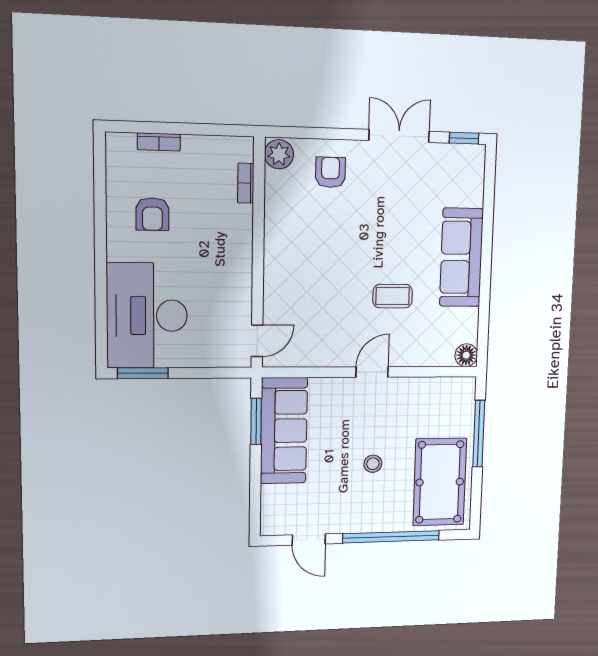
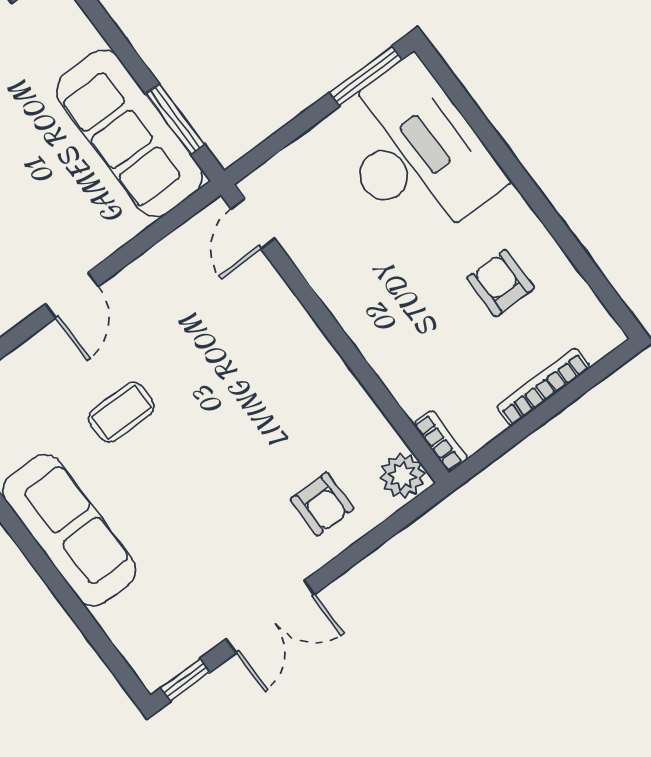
bookcase: (159, 142) -> (543, 387), width x1.56
bookcase: (246, 183) -> (441, 441), moved

